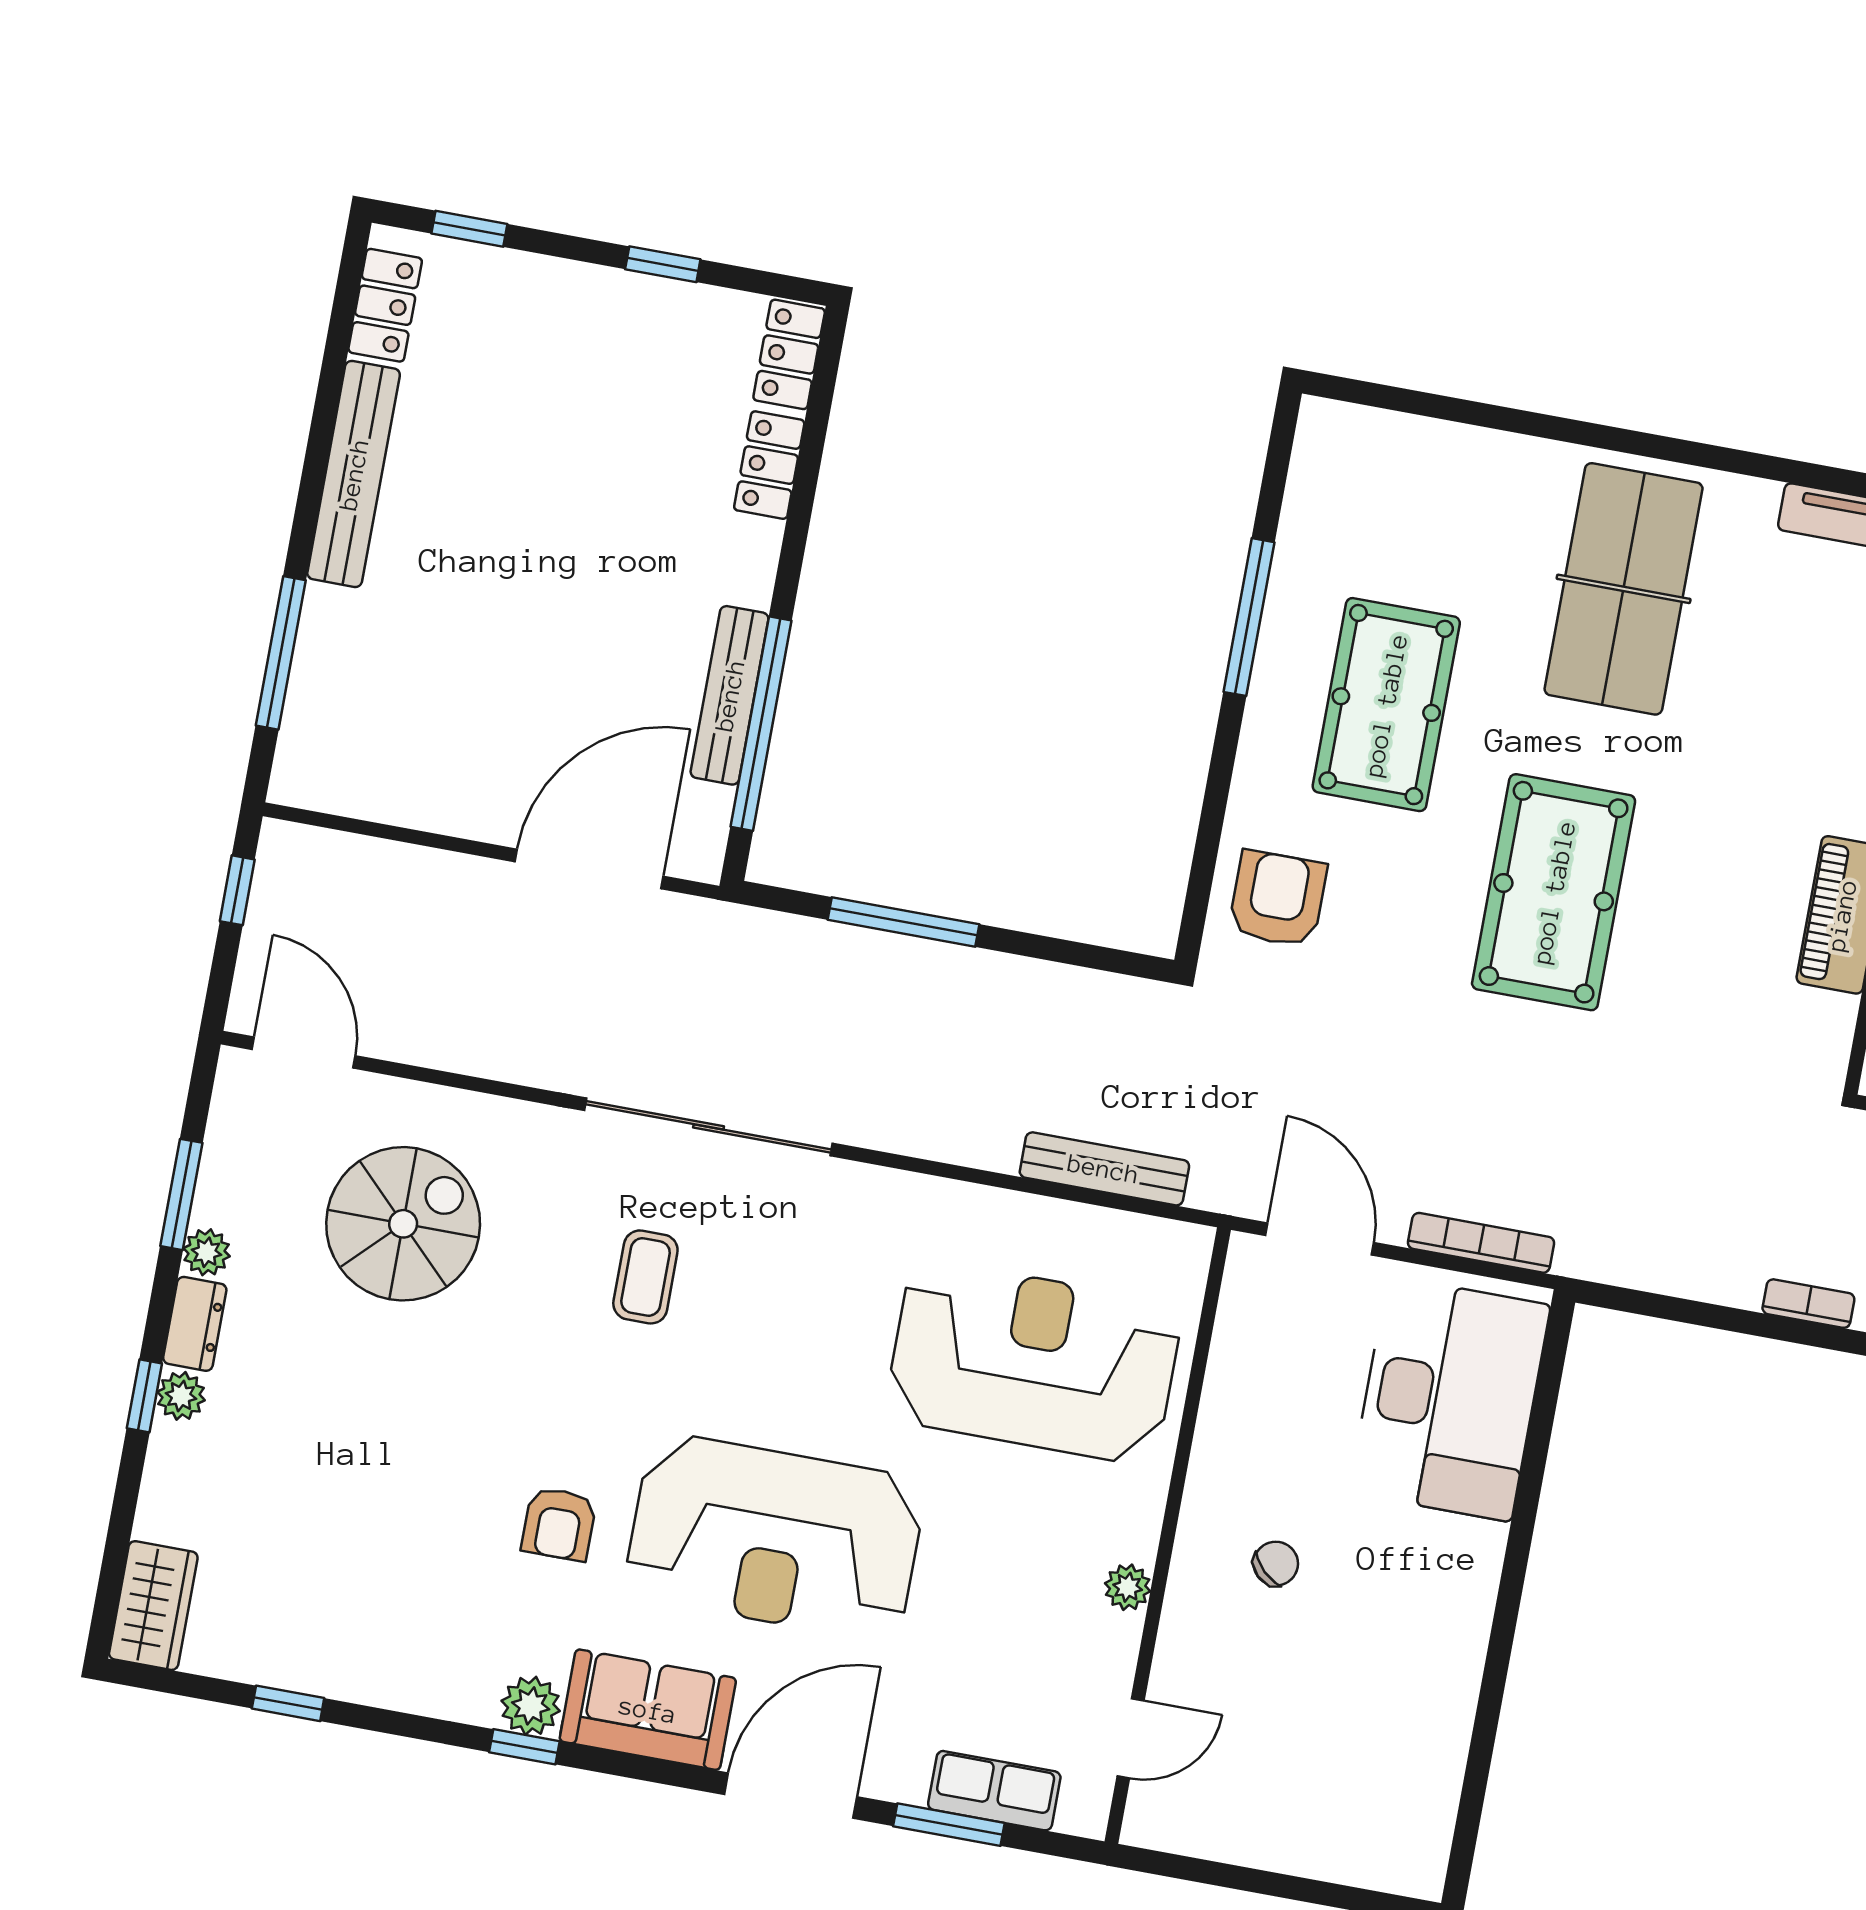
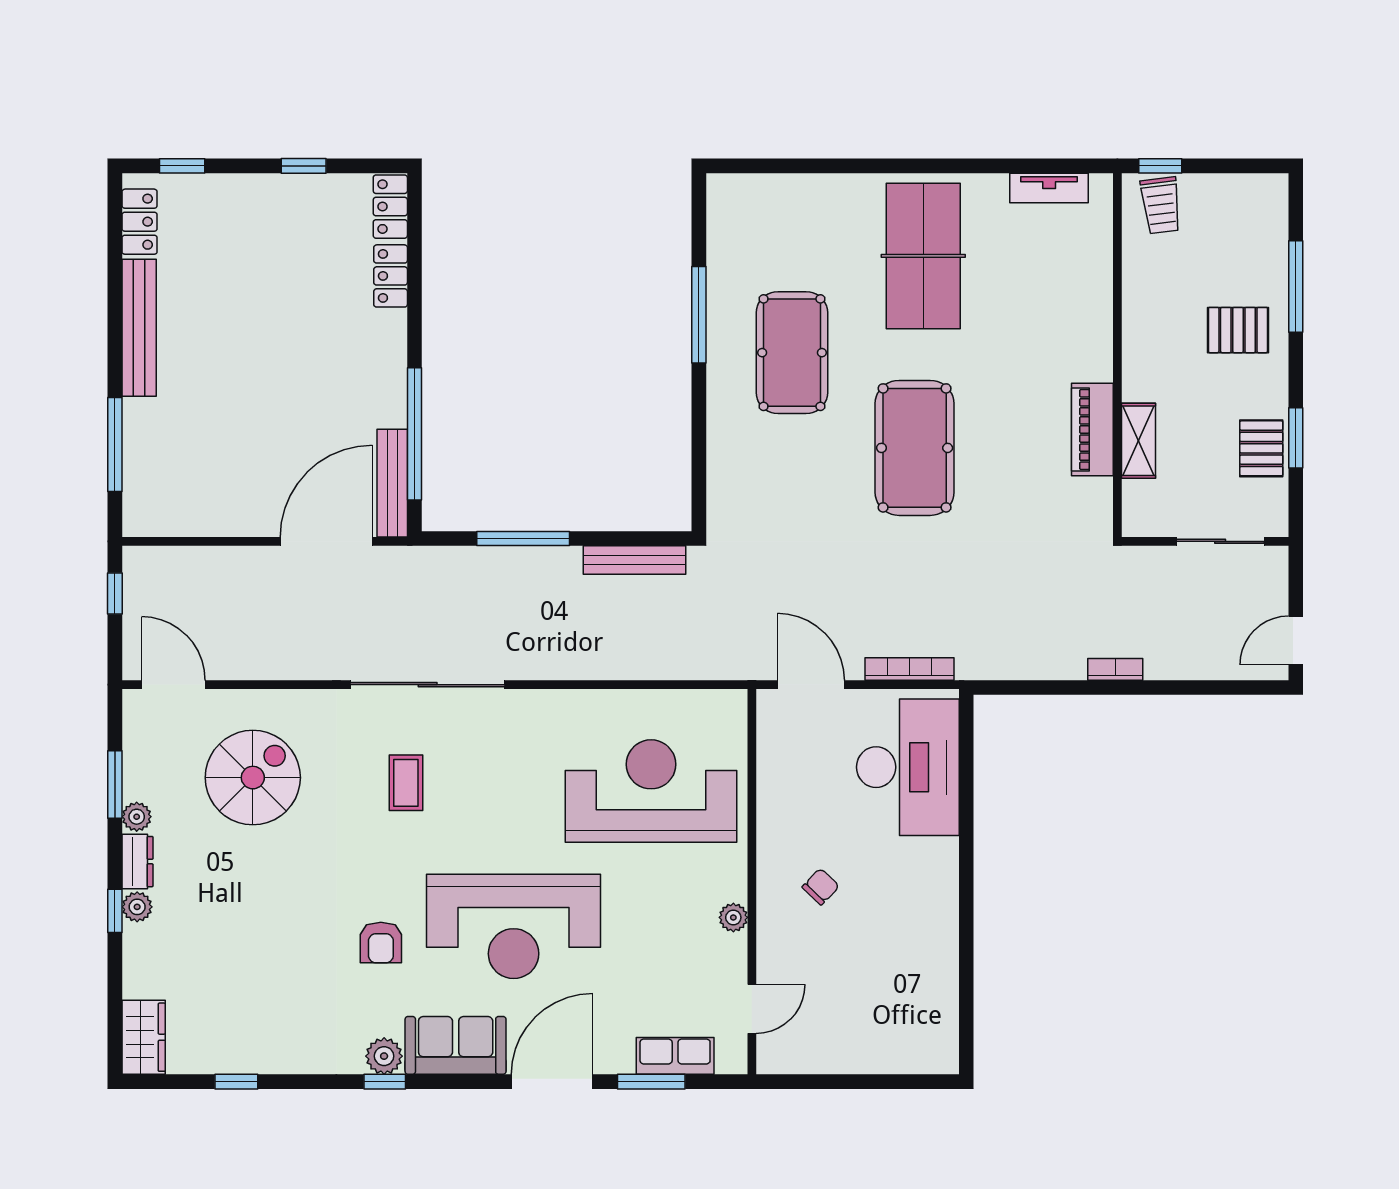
bench: (730, 695) -> (392, 483), moved
armchair: (1278, 899) -> (748, 483), removed
bench: (1104, 1169) -> (634, 560), moved

